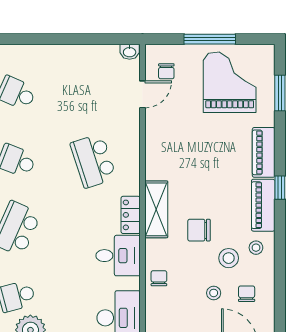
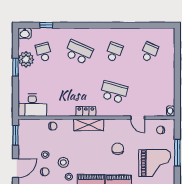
door: (142, 94) -> (138, 118), moved
school desk: (93, 161) -> (114, 92), turned 33
chair: (199, 230) -> (118, 149), moved
desk: (118, 256) -> (65, 105), removed

